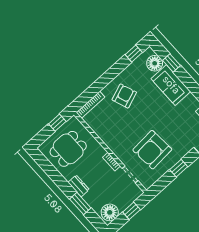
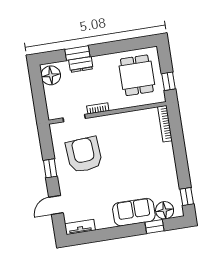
armchair: (124, 96) -> (152, 161), removed
dresser: (79, 186) -> (81, 64), moved
window: (131, 211) -> (39, 97), removed

